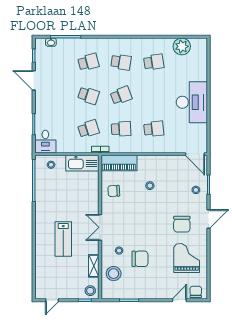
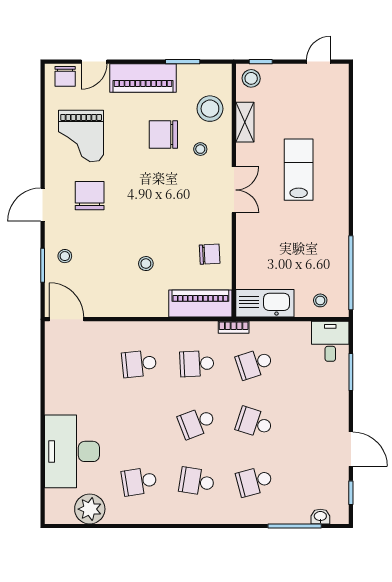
desk: (192, 102) -> (72, 451), moved
piano: (152, 291) -> (143, 78), added

